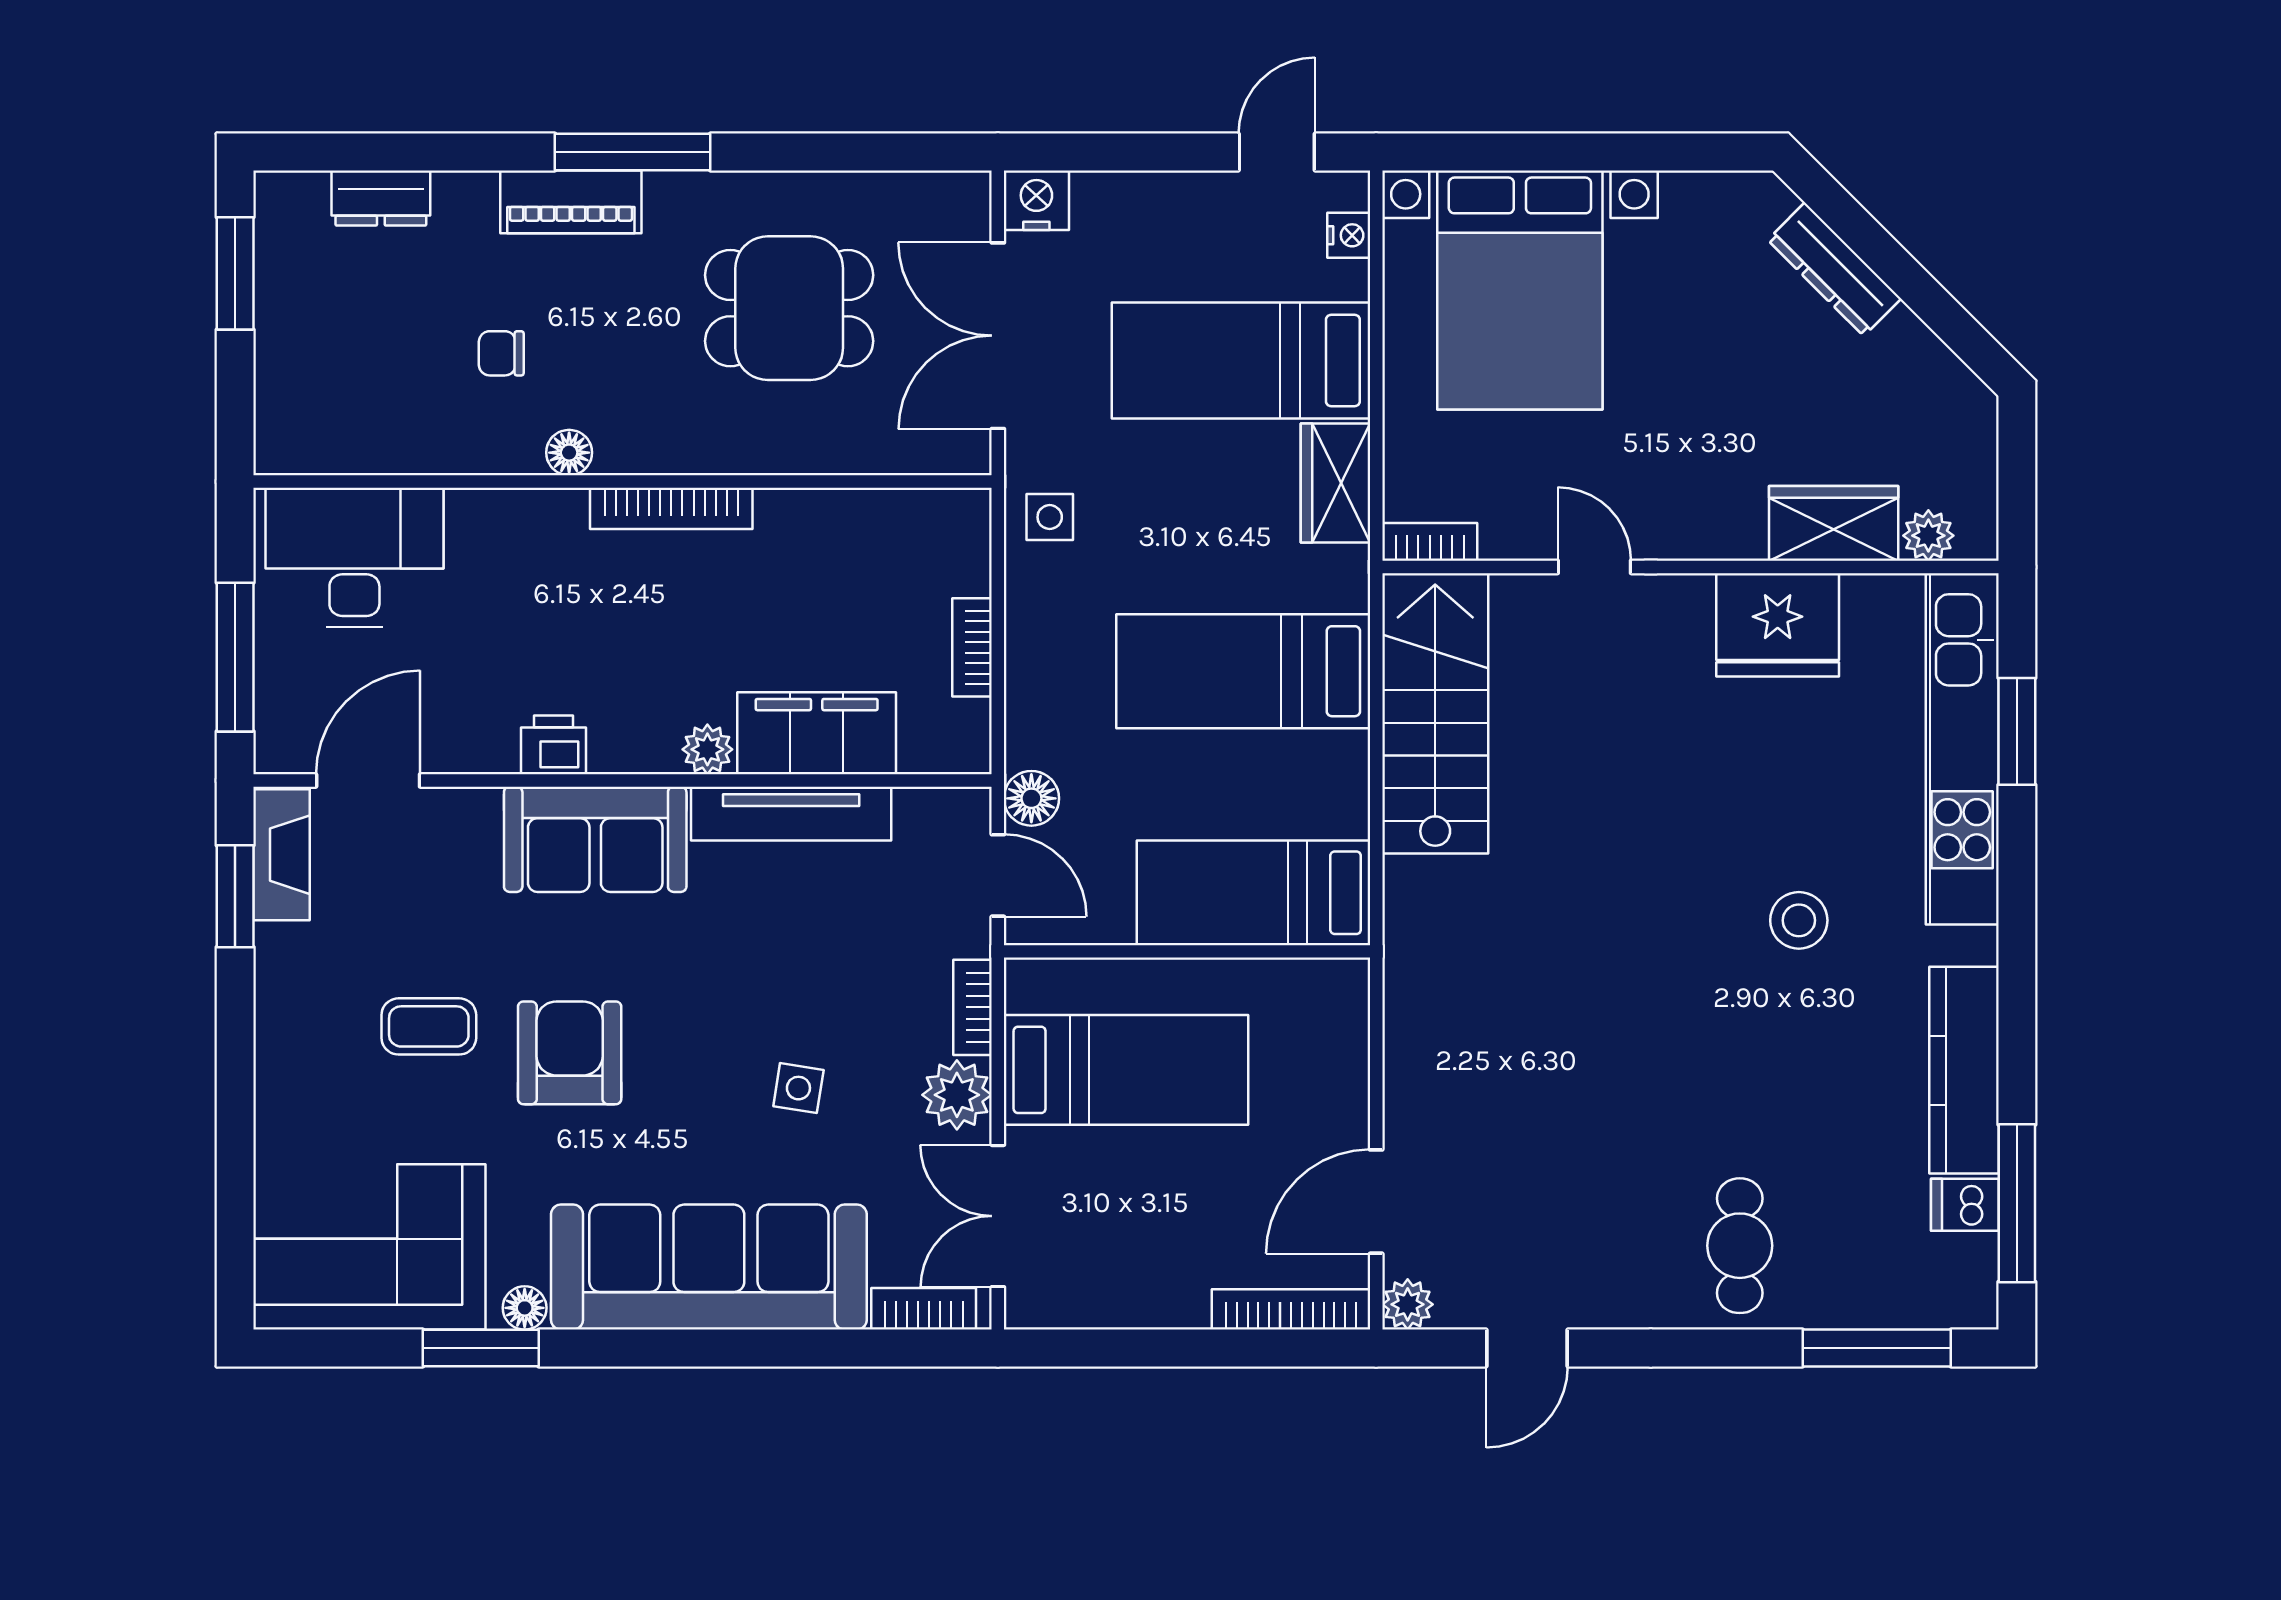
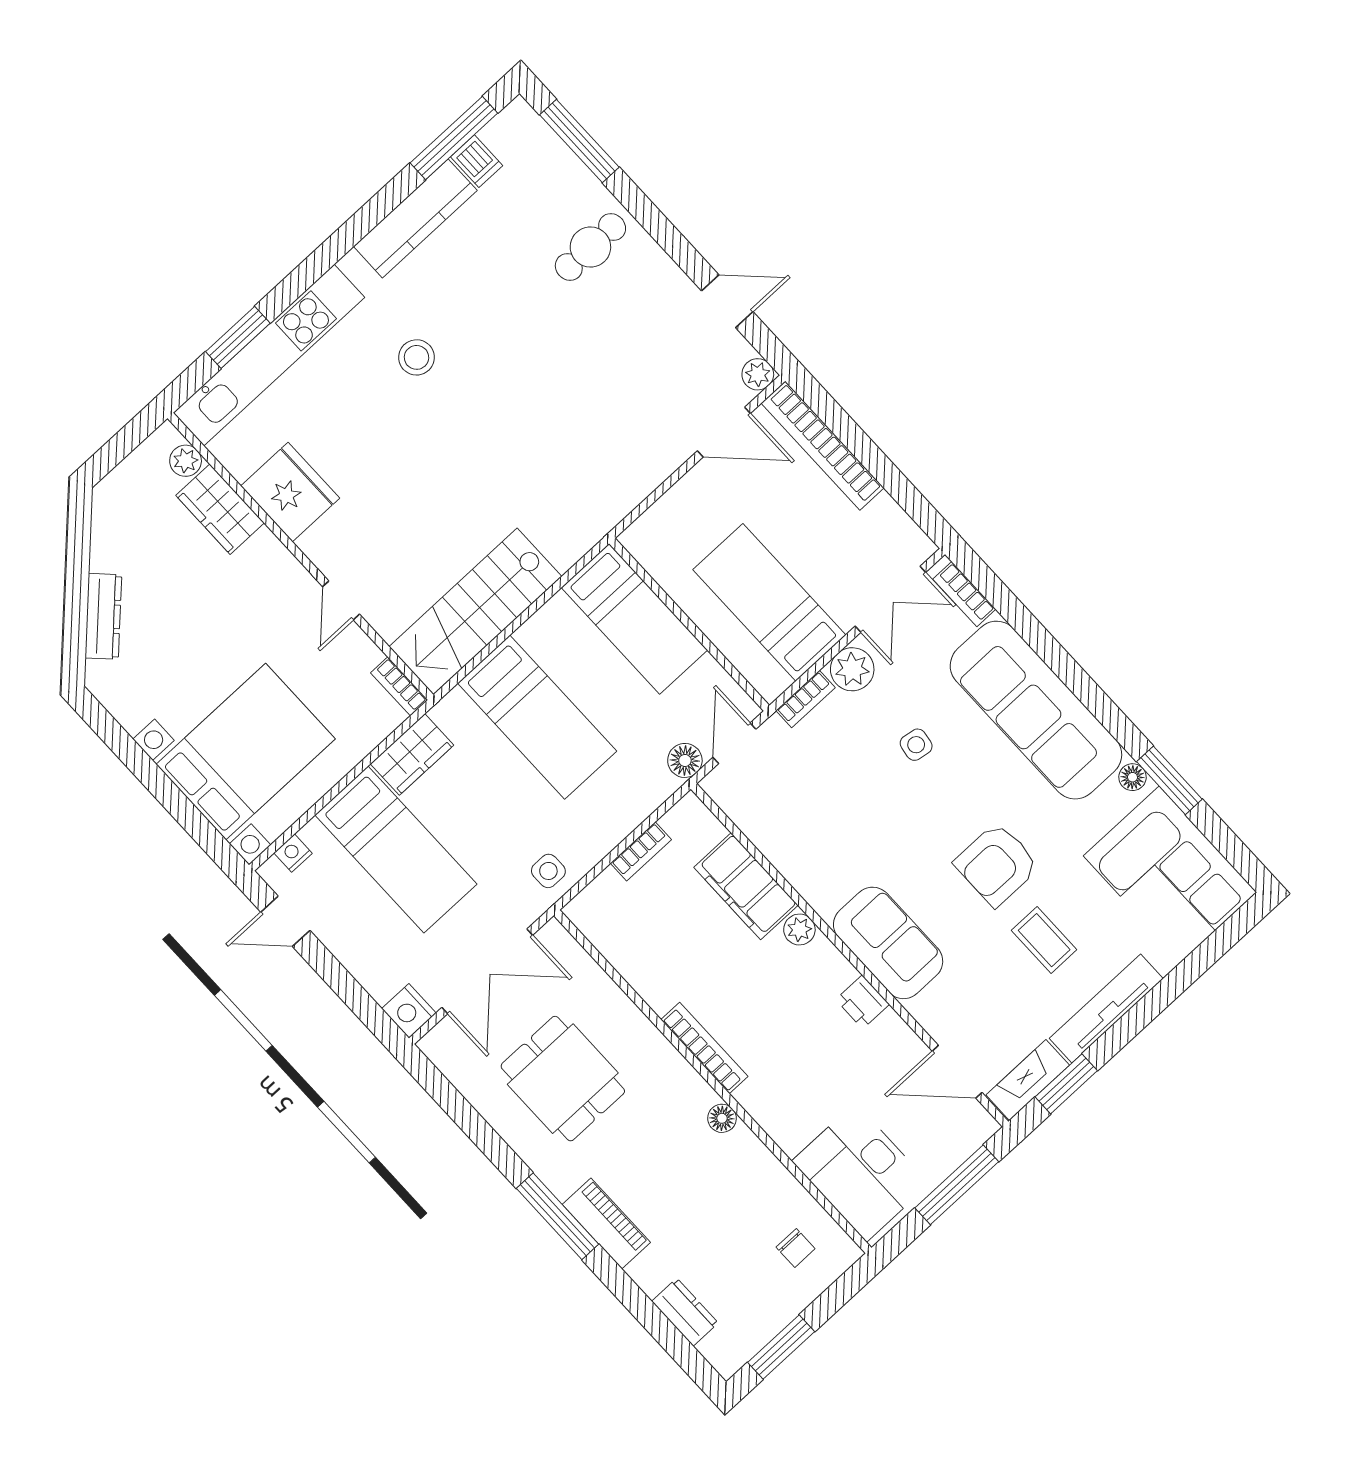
chair: (501, 353) -> (796, 1248), moved
tv unit: (791, 814) -> (1106, 1008), moved, turned -90
bookcase: (1291, 1309) -> (822, 446), width x1.48, depth x1.31

